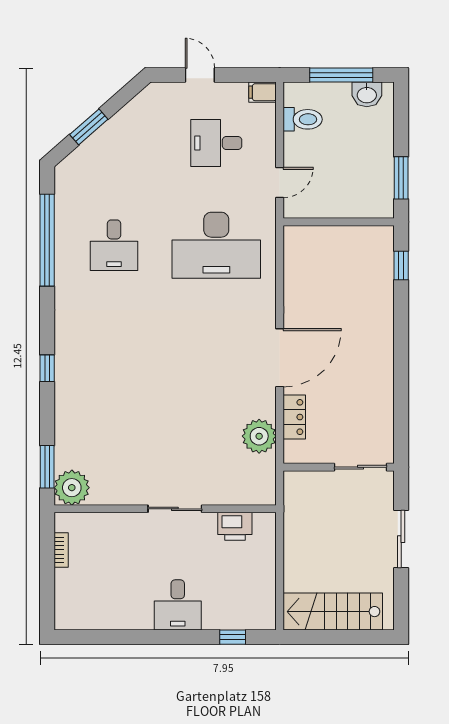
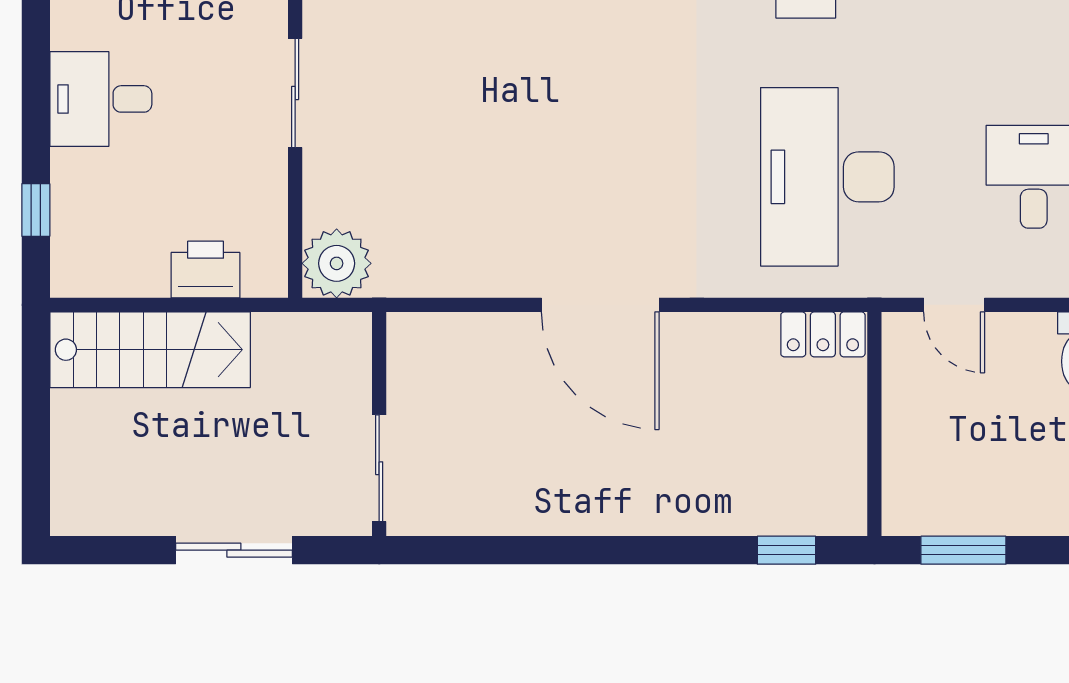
locker: (294, 417) -> (823, 334), moved
plant: (259, 436) -> (337, 263), moved
printer: (235, 526) -> (206, 269), moved, turned 90
stairs: (333, 612) -> (150, 350), moved, turned 90

